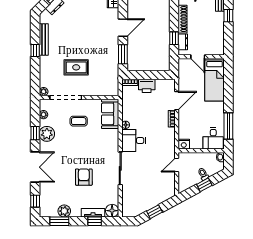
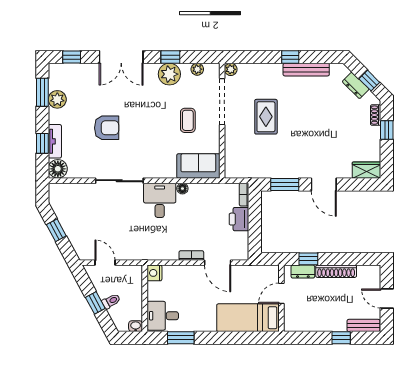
window: (228, 126) -> (181, 338), width x0.69
door: (177, 165) -> (105, 263), moved

